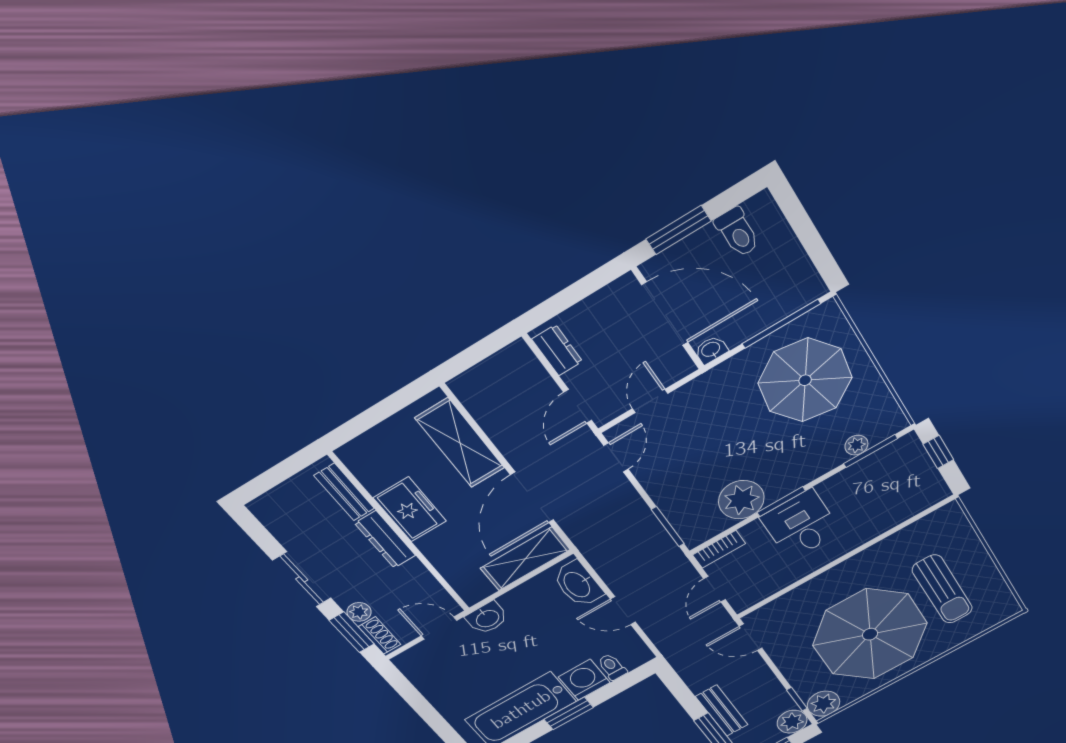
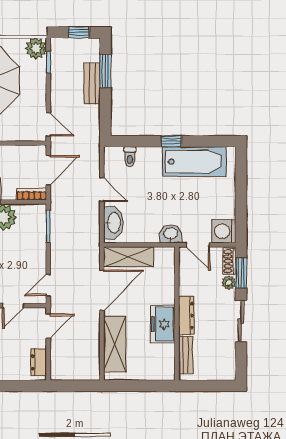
door: (715, 589) -> (48, 170), width x1.38
washing machine: (584, 680) -> (224, 231), moved, turned 90
window: (569, 713) -> (171, 141), width x0.67
plant: (792, 722) -> (60, 47), removed

